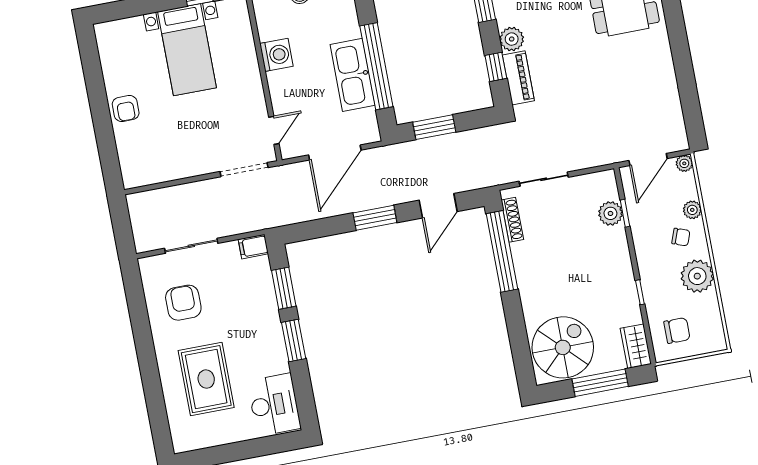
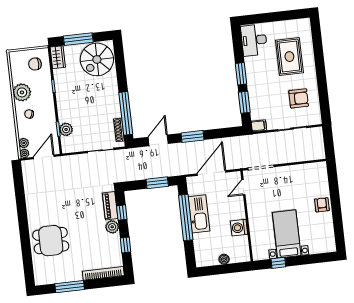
plant: (692, 210) -> (24, 143), moved
armchair: (183, 303) -> (299, 98), turned -90

